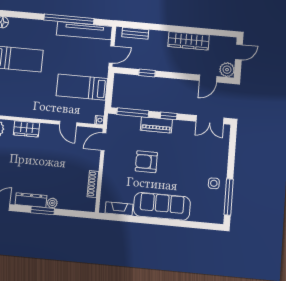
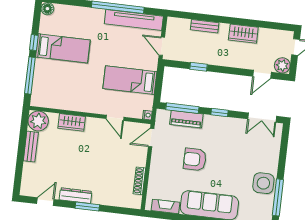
bench: (135, 33) -> (205, 26), moved
wardrobe: (189, 41) -> (243, 34), width x0.67
door: (112, 54) -> (162, 46), swing flipped
piano: (156, 125) -> (186, 119), moved
side table: (214, 183) -> (263, 183), width x1.87, depth x1.87
plant: (52, 203) -> (97, 199), removed

